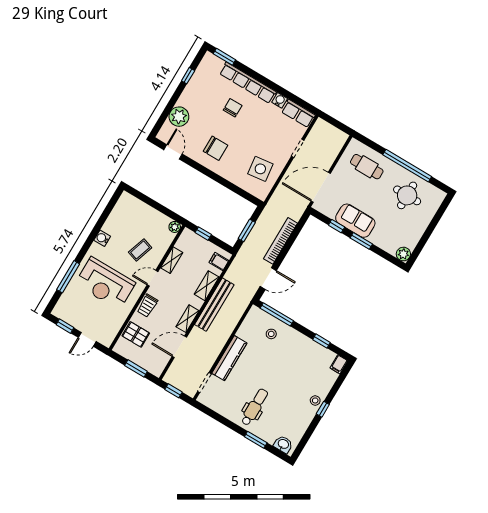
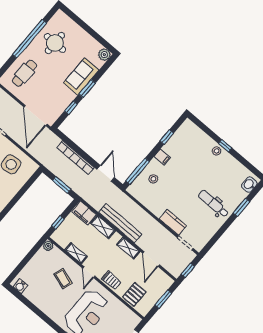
sofa: (355, 221) -> (81, 76), moved
water cooler: (102, 238) -> (20, 286), moved
filing cabinet: (219, 262) -> (84, 213), width x2.00
kitchen counter: (229, 358) -> (173, 222), width x0.67
filing cabinet: (339, 364) -> (162, 157), moved

